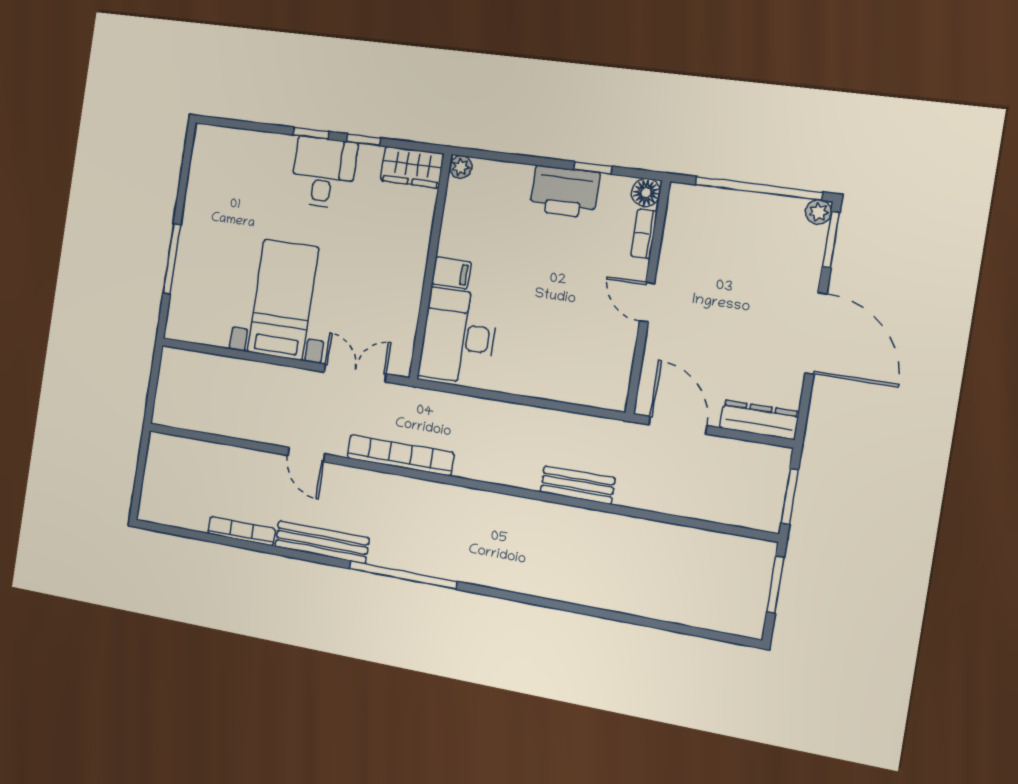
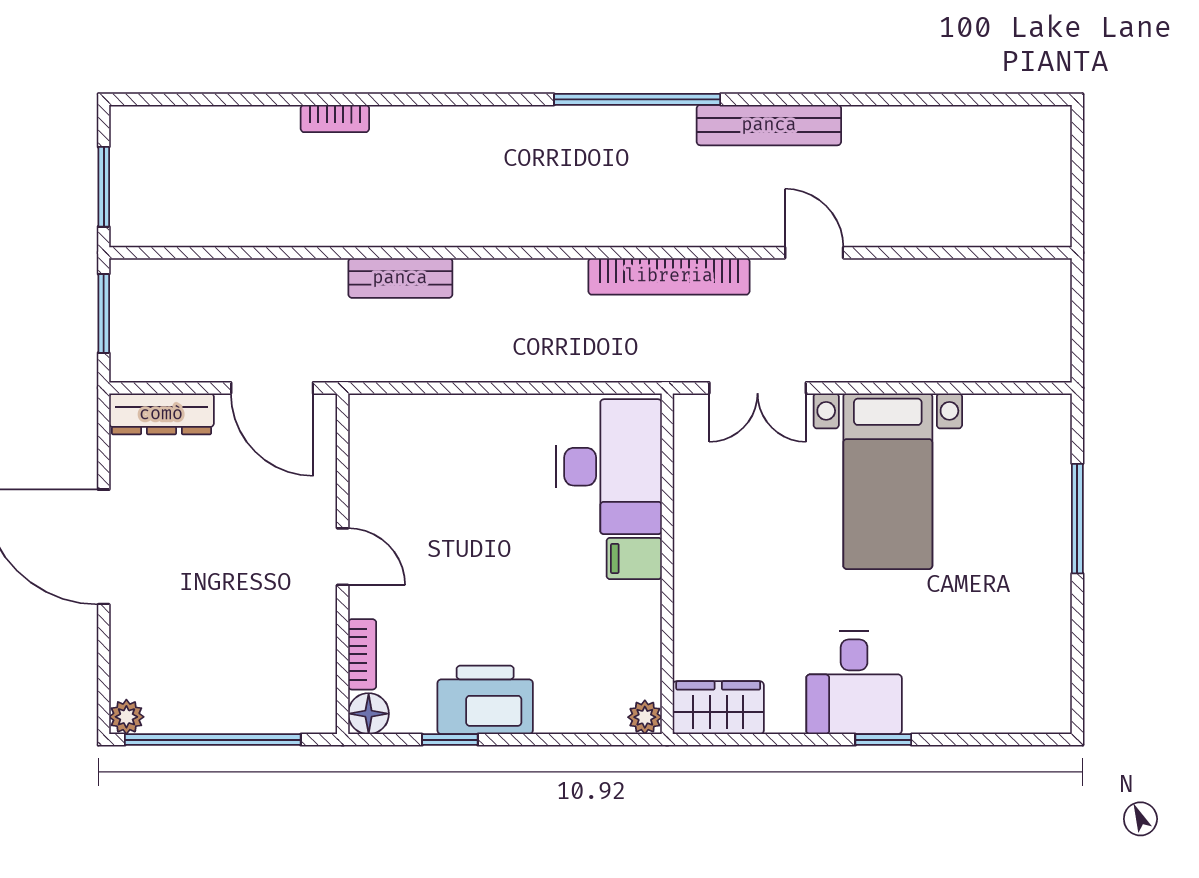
window: (364, 140) -> (799, 740), removed
window: (831, 239) -> (104, 681), removed
bookcase: (241, 531) -> (335, 118), moved, width x0.64

